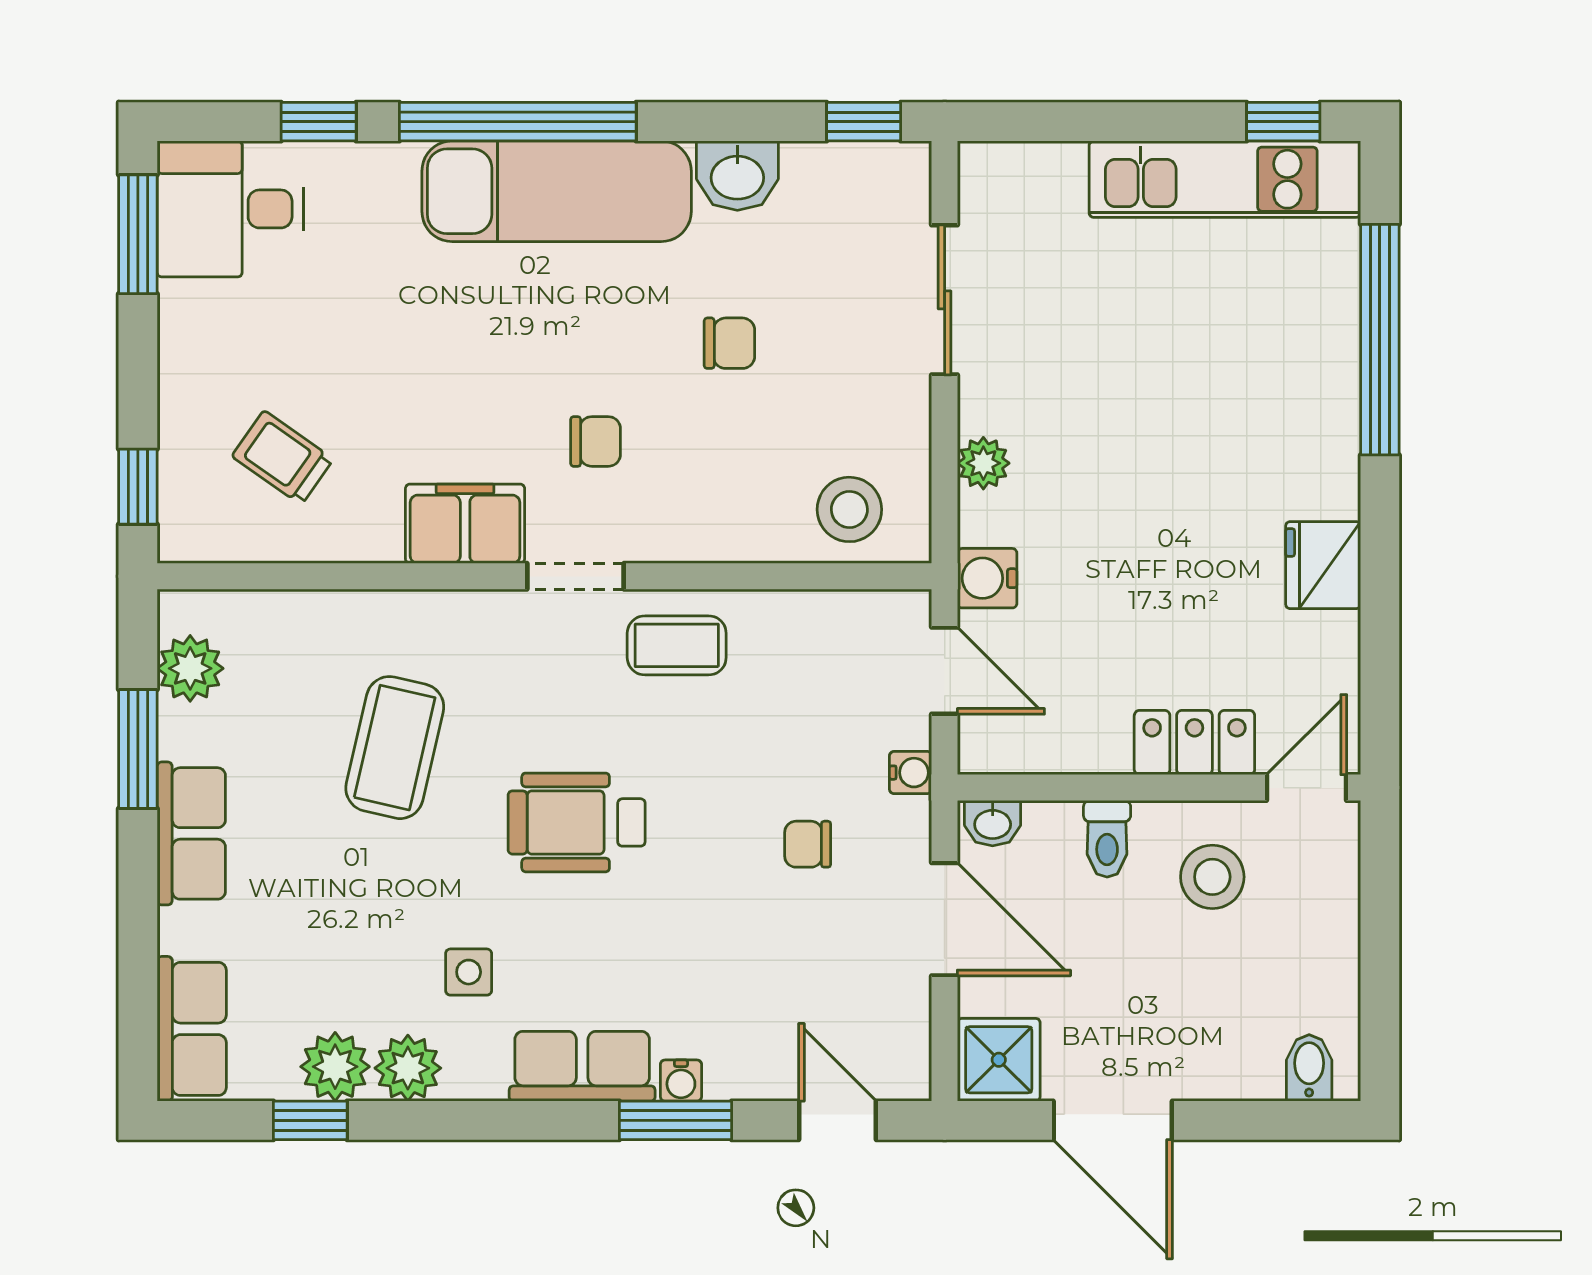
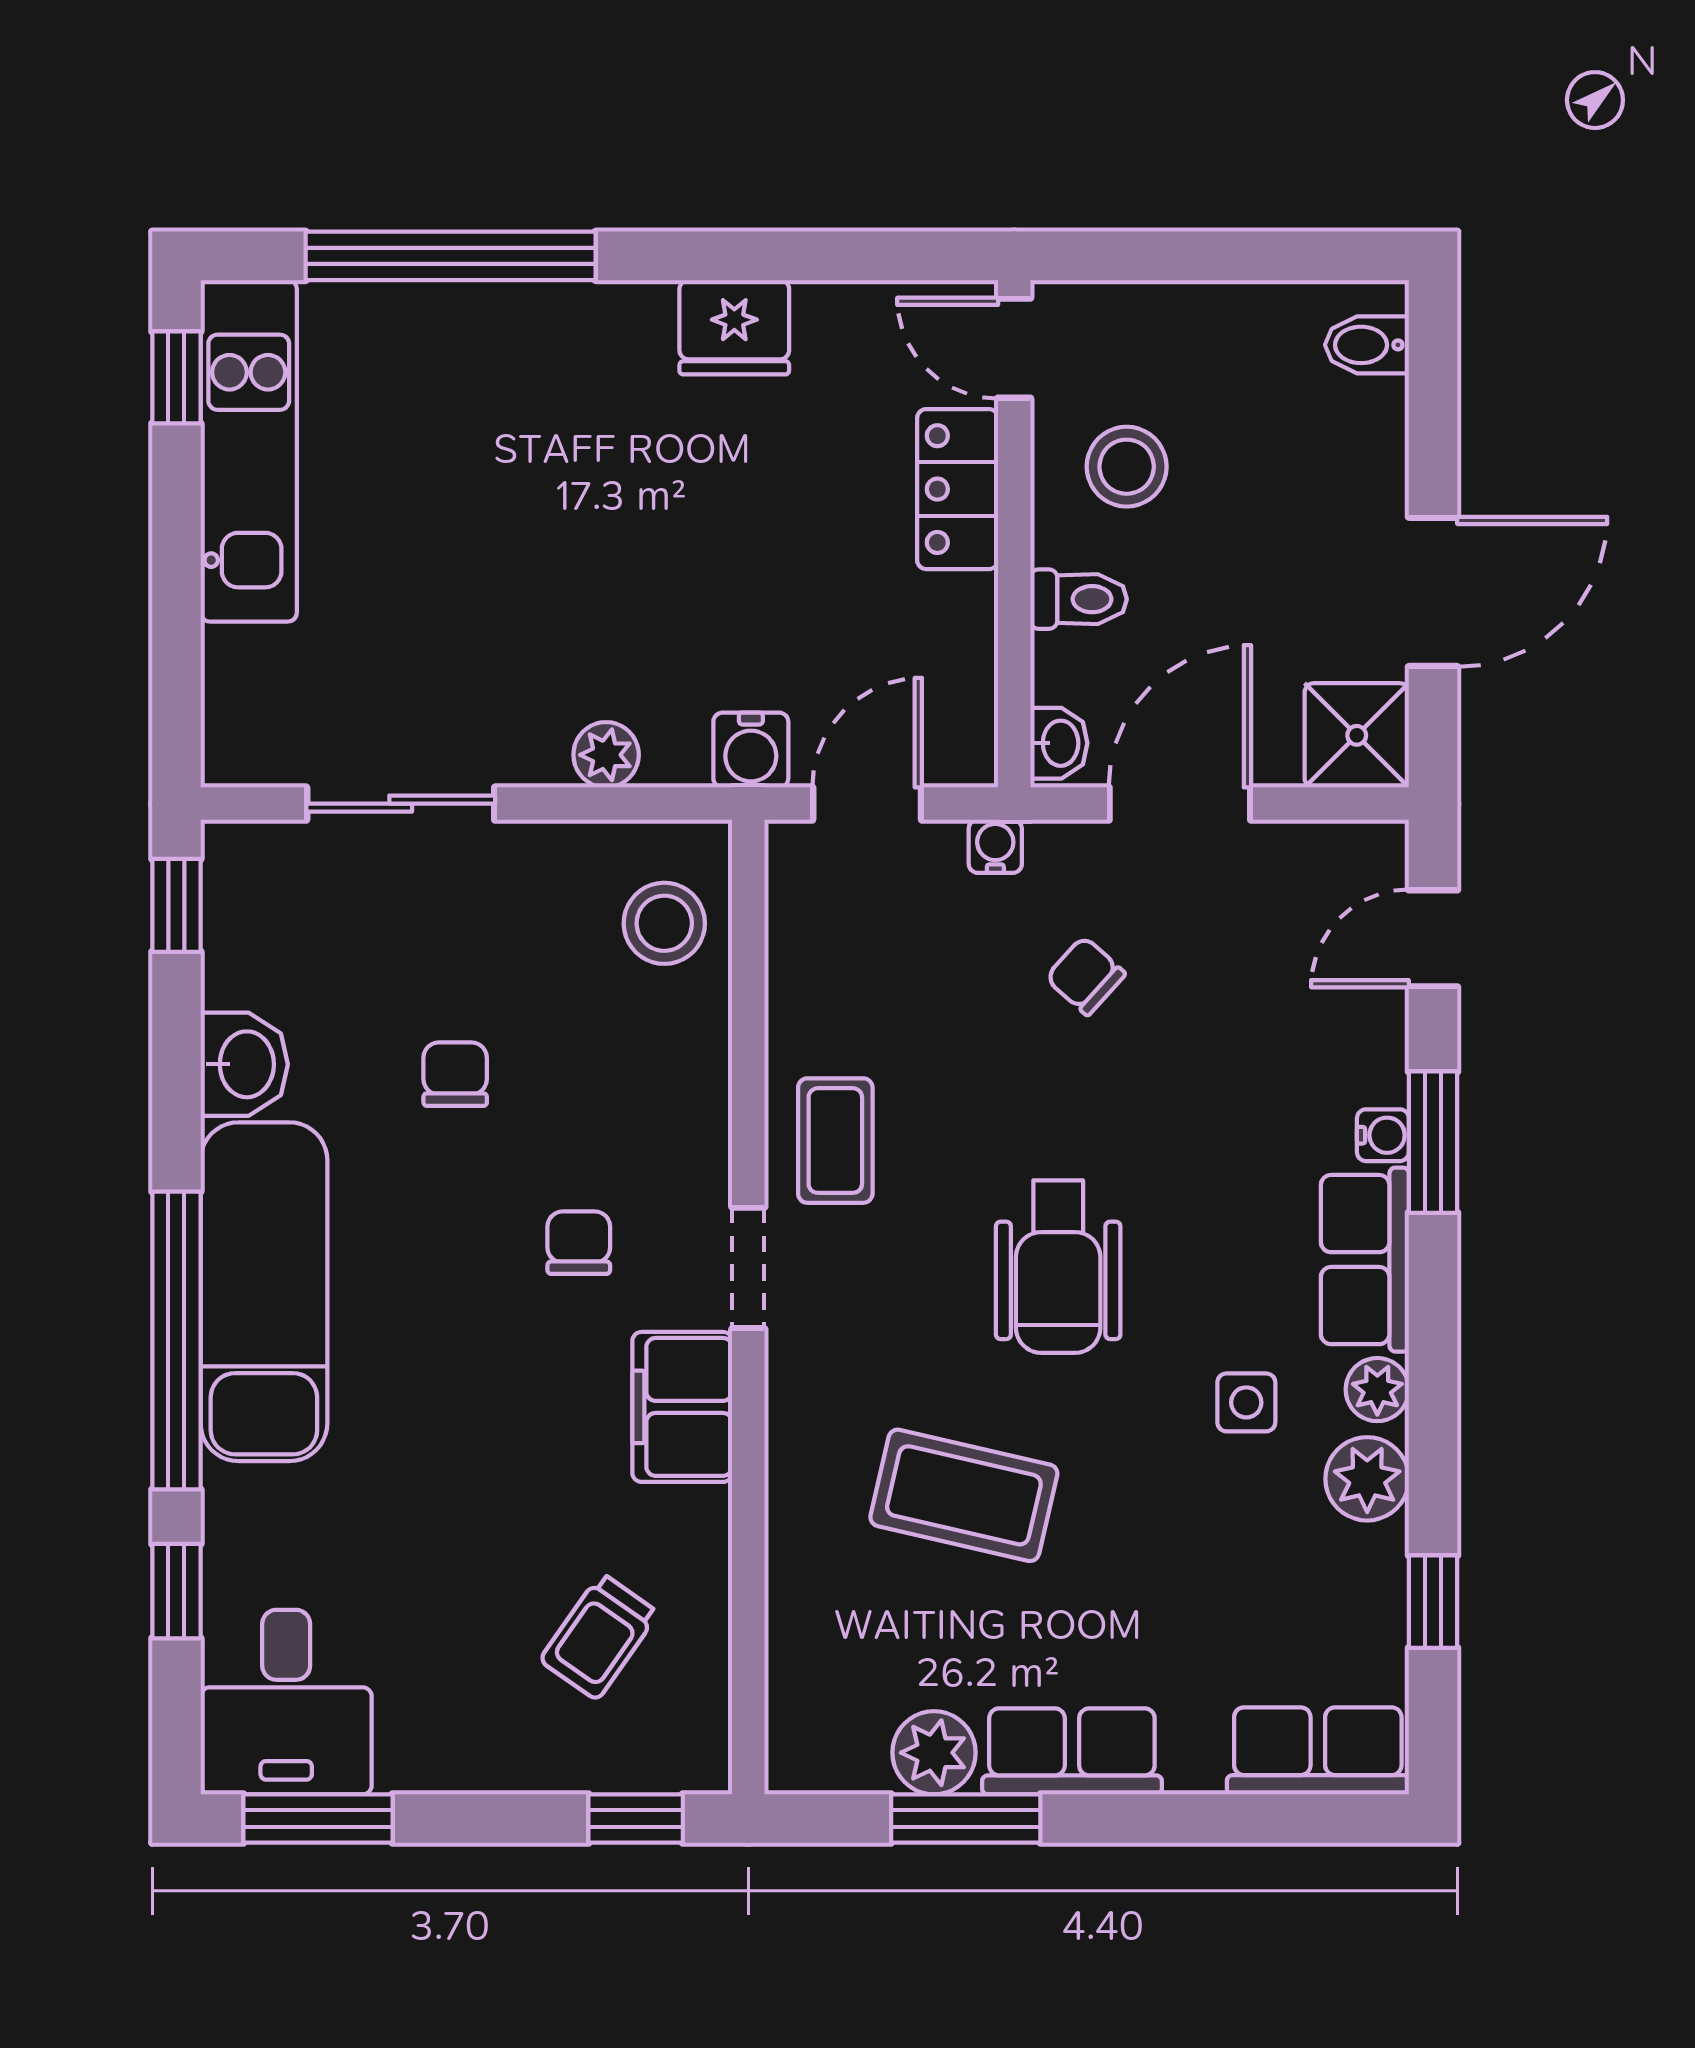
plant: (190, 668) -> (934, 1753), moved
chair: (808, 844) -> (1085, 976), turned 132
plant: (335, 1067) -> (1377, 1390), moved, width x0.73, depth x0.73

